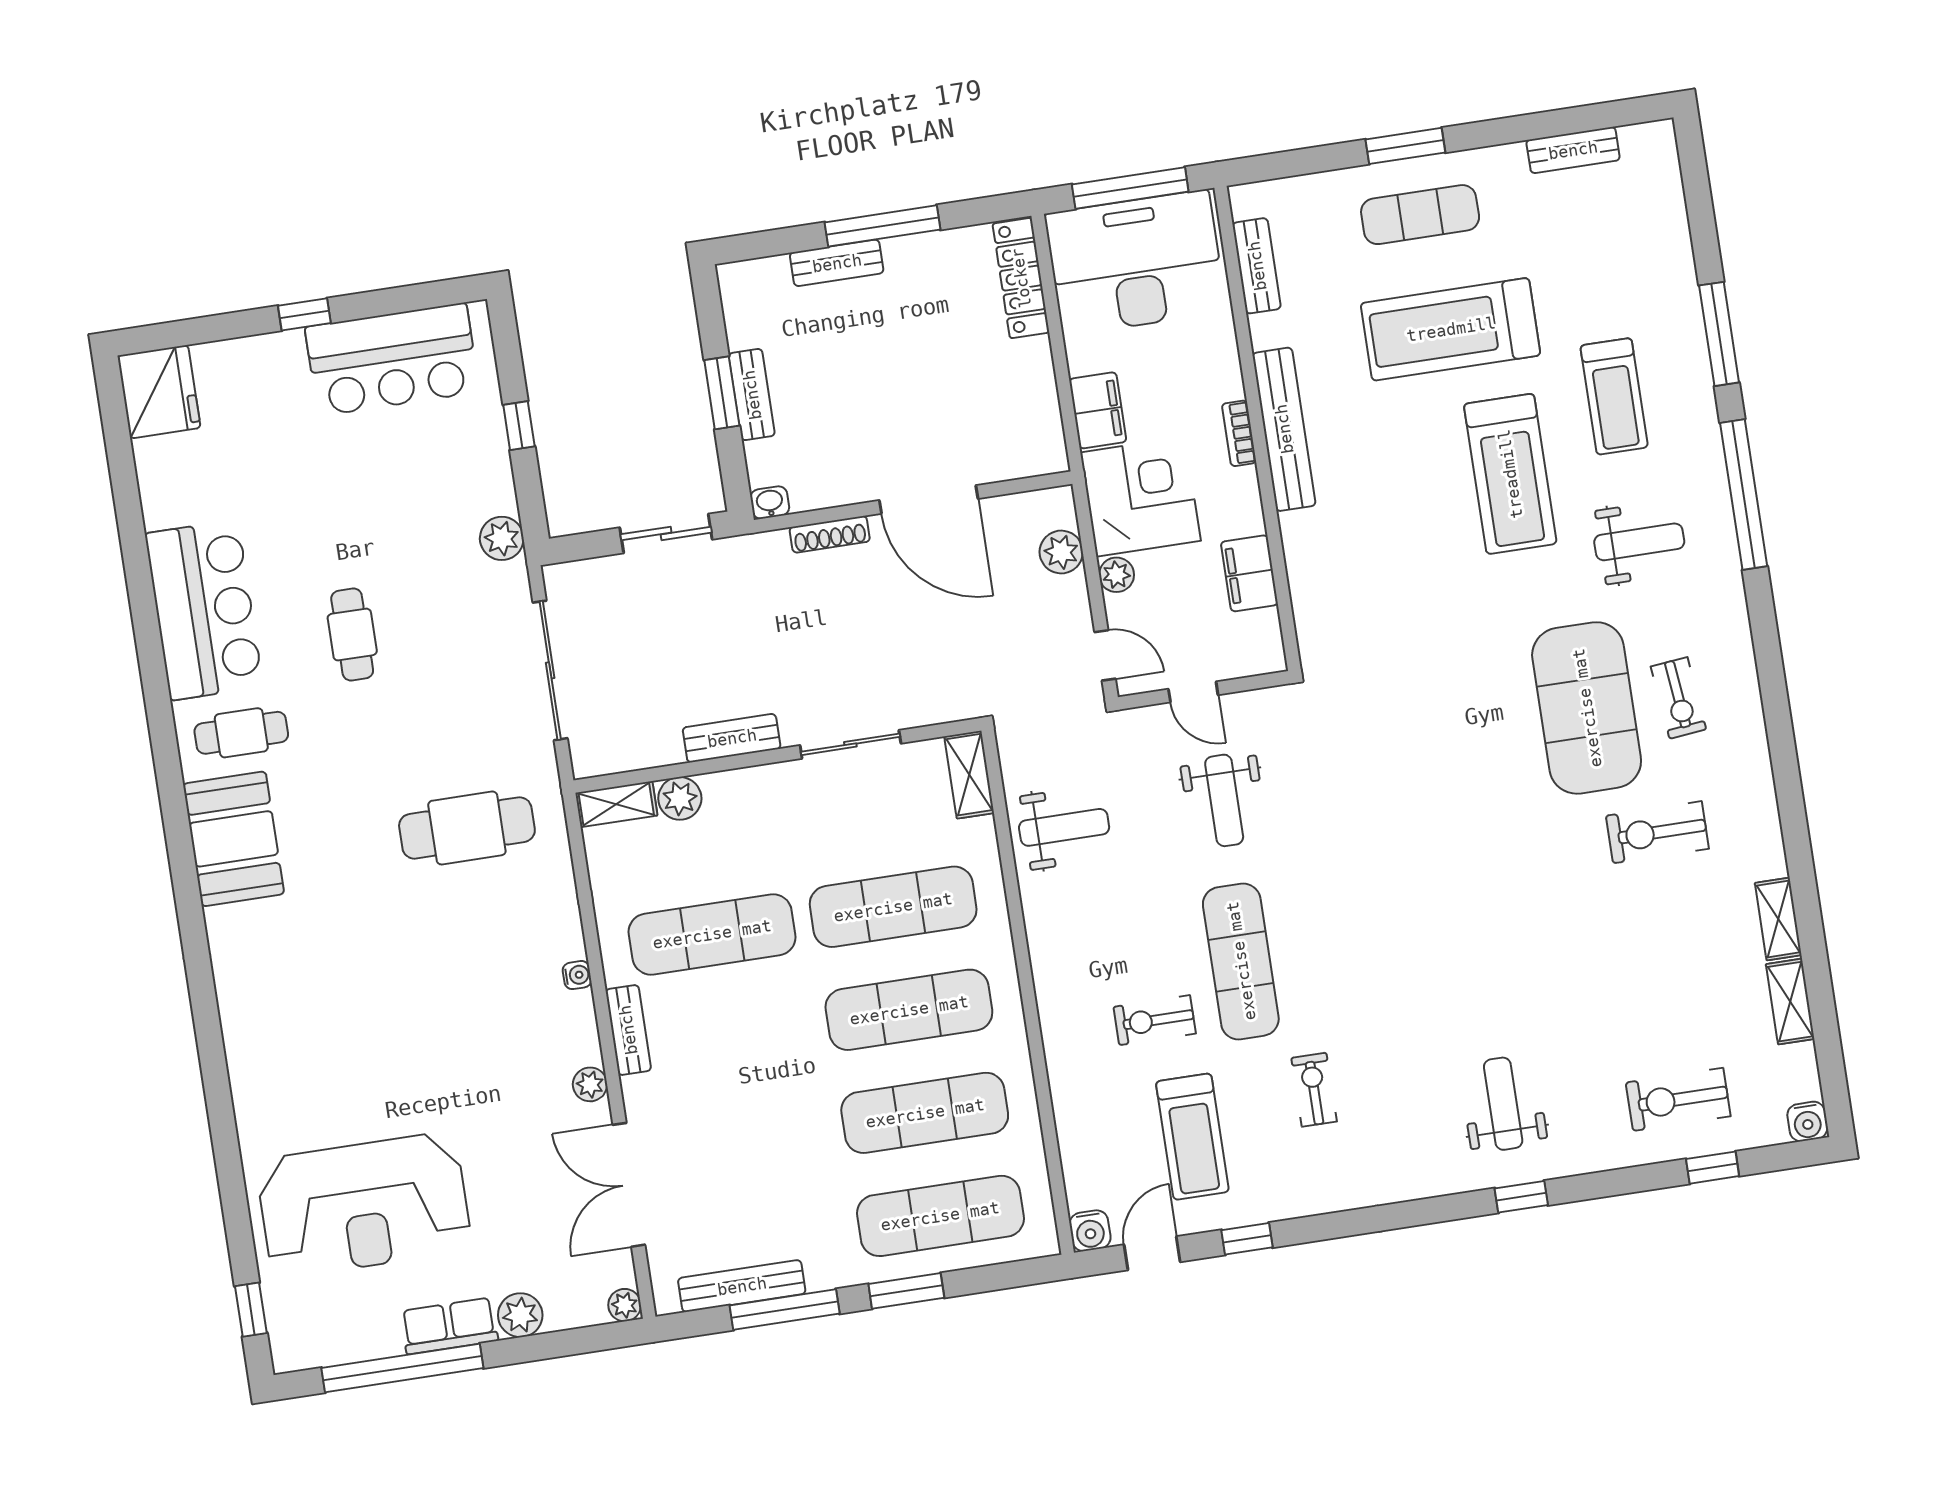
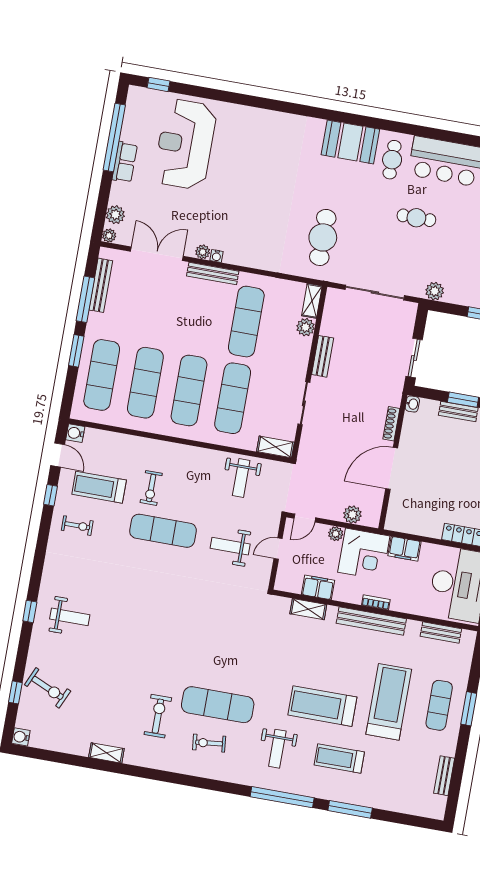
exercise mat: (1587, 708) -> (218, 705), width x0.68
water cooler: (577, 975) -> (217, 256), moved
shelving: (1790, 1002) -> (308, 609), moved
exercise bike: (1155, 1020) -> (151, 488), turned 180
bench: (628, 1030) -> (213, 274), width x1.36
exercise bike: (1314, 1090) -> (77, 526), moved
exercise bike: (1678, 1099) -> (48, 688), turned 114
plant: (520, 1315) -> (115, 215), moved

